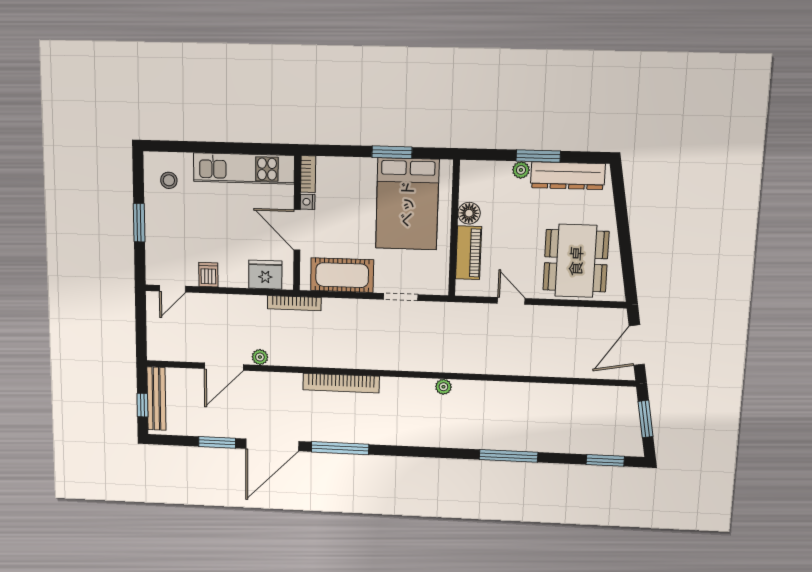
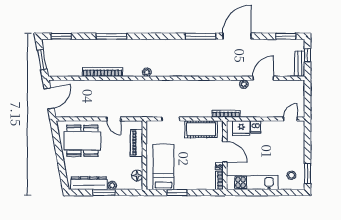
bed: (407, 204) -> (163, 167), width x0.67
floor lamp: (469, 213) -> (137, 176), moved
window: (139, 223) -> (307, 174), moved
dining table: (576, 261) -> (82, 141), turned 90
dishwasher: (208, 275) -> (256, 127), moved
bookcase: (341, 383) -> (102, 72), moved
bench: (156, 399) -> (300, 64), width x0.73
window: (217, 442) -> (286, 36), moved

